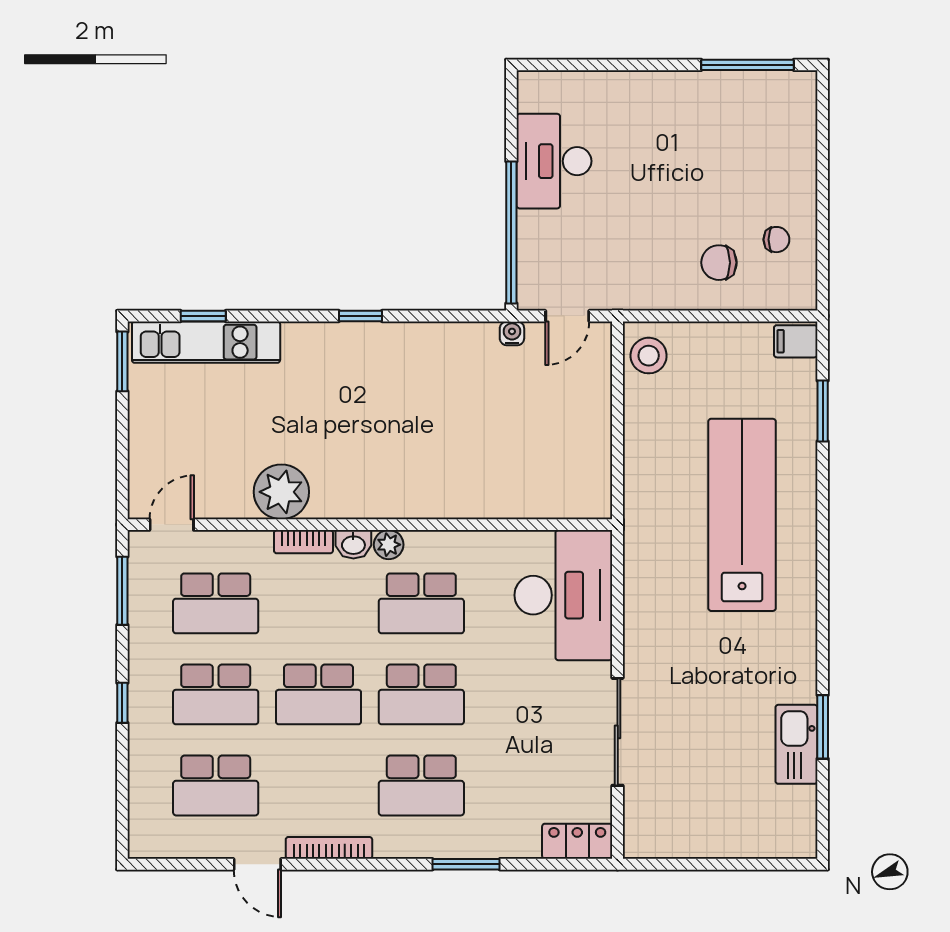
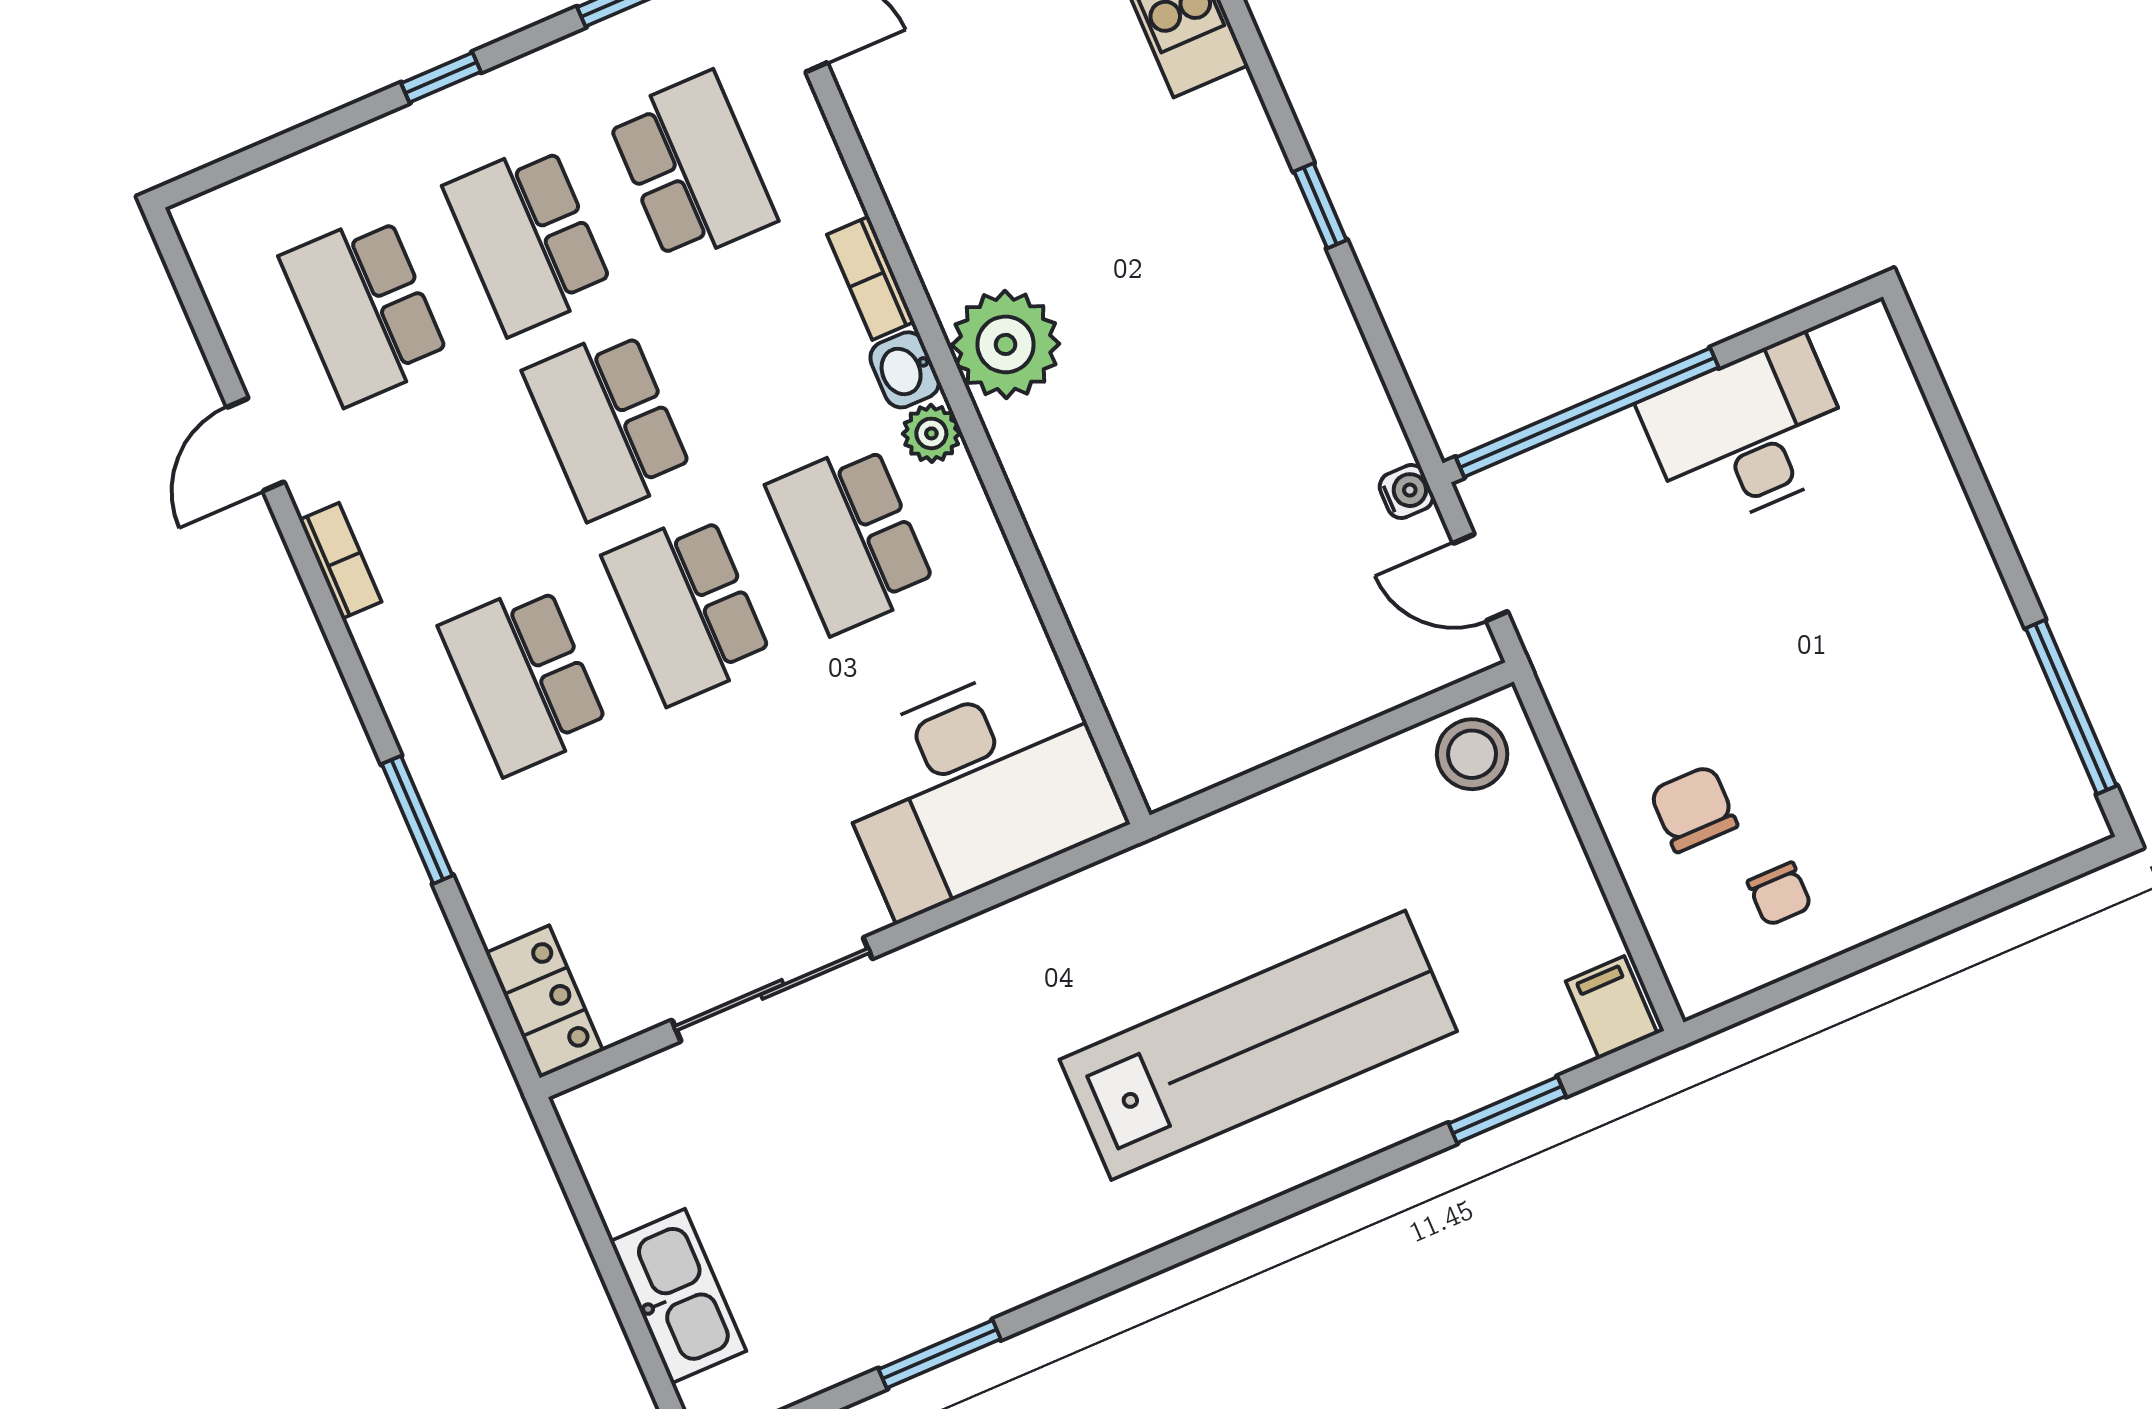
plant: (281, 492) -> (1006, 344), moved
school desk: (216, 603) -> (692, 168), turned 180
kitchen sink: (796, 744) -> (678, 1296), moved, turned 90
bookcase: (329, 848) -> (340, 561), width x0.64

